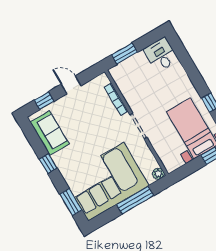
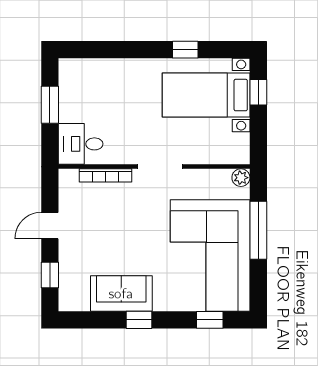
window: (125, 54) -> (50, 105), moved
desk: (161, 55) -> (81, 144), moved
sofa: (50, 133) -> (121, 294), moved
window: (71, 202) -> (210, 320), width x0.67

